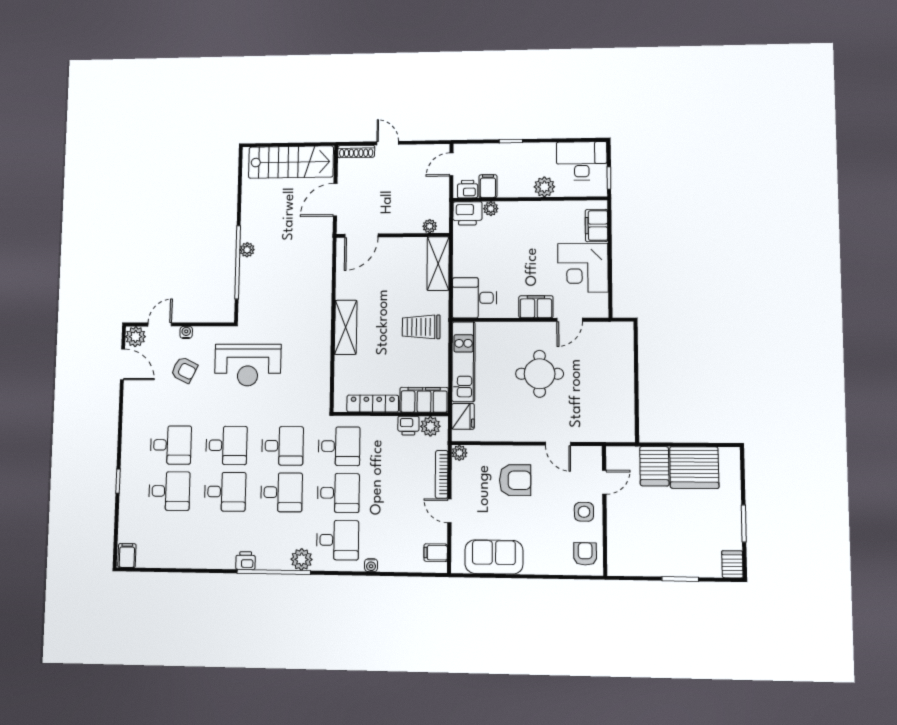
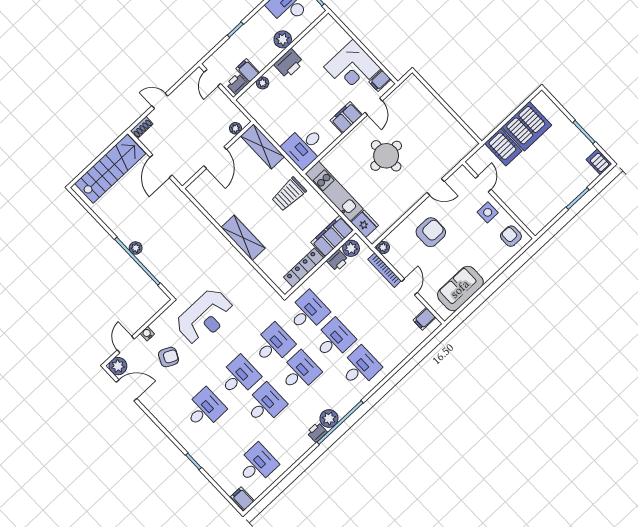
shoe rack: (356, 151) -> (142, 127), width x0.70
printer: (467, 213) -> (289, 63), moved
filing cabinet: (596, 226) -> (380, 81), moved, width x0.50
door: (361, 236) -> (215, 158), moved
desk: (169, 491) -> (257, 464), moved
door: (449, 511) -> (409, 287), swing flipped
plant: (302, 559) -> (329, 419), moved
water cooler: (371, 565) -> (394, 363), removed

